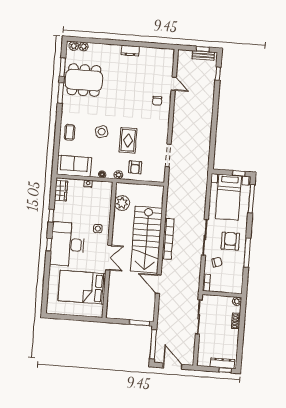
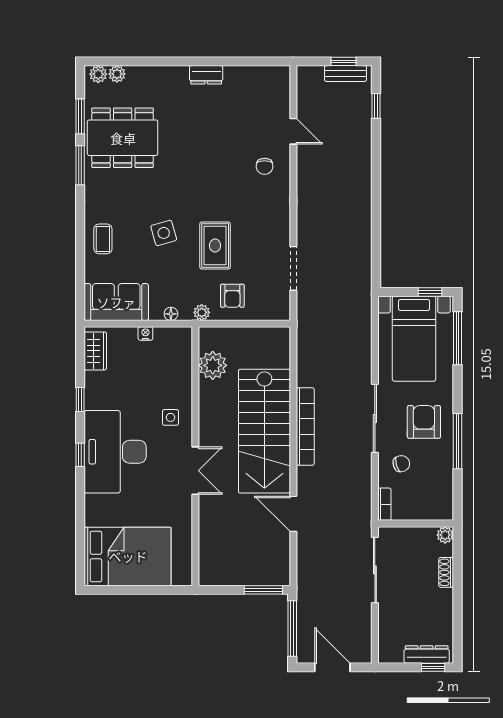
bed: (82, 287) -> (128, 556), moved, turned 180

